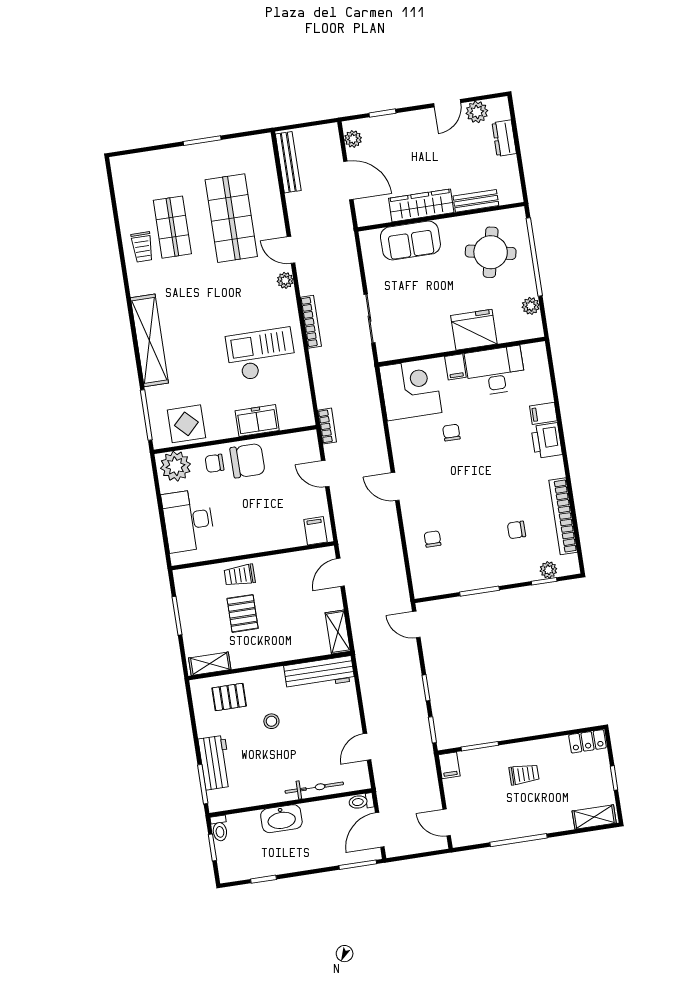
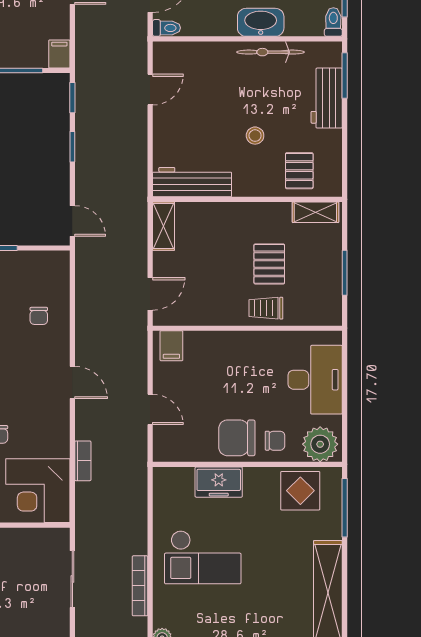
bookcase: (327, 426) -> (83, 461), moved, turned 180
trolley: (240, 575) -> (266, 308), turned 180
pallet: (229, 697) -> (299, 171), turned 90
bicycle: (314, 788) -> (271, 52), moved

